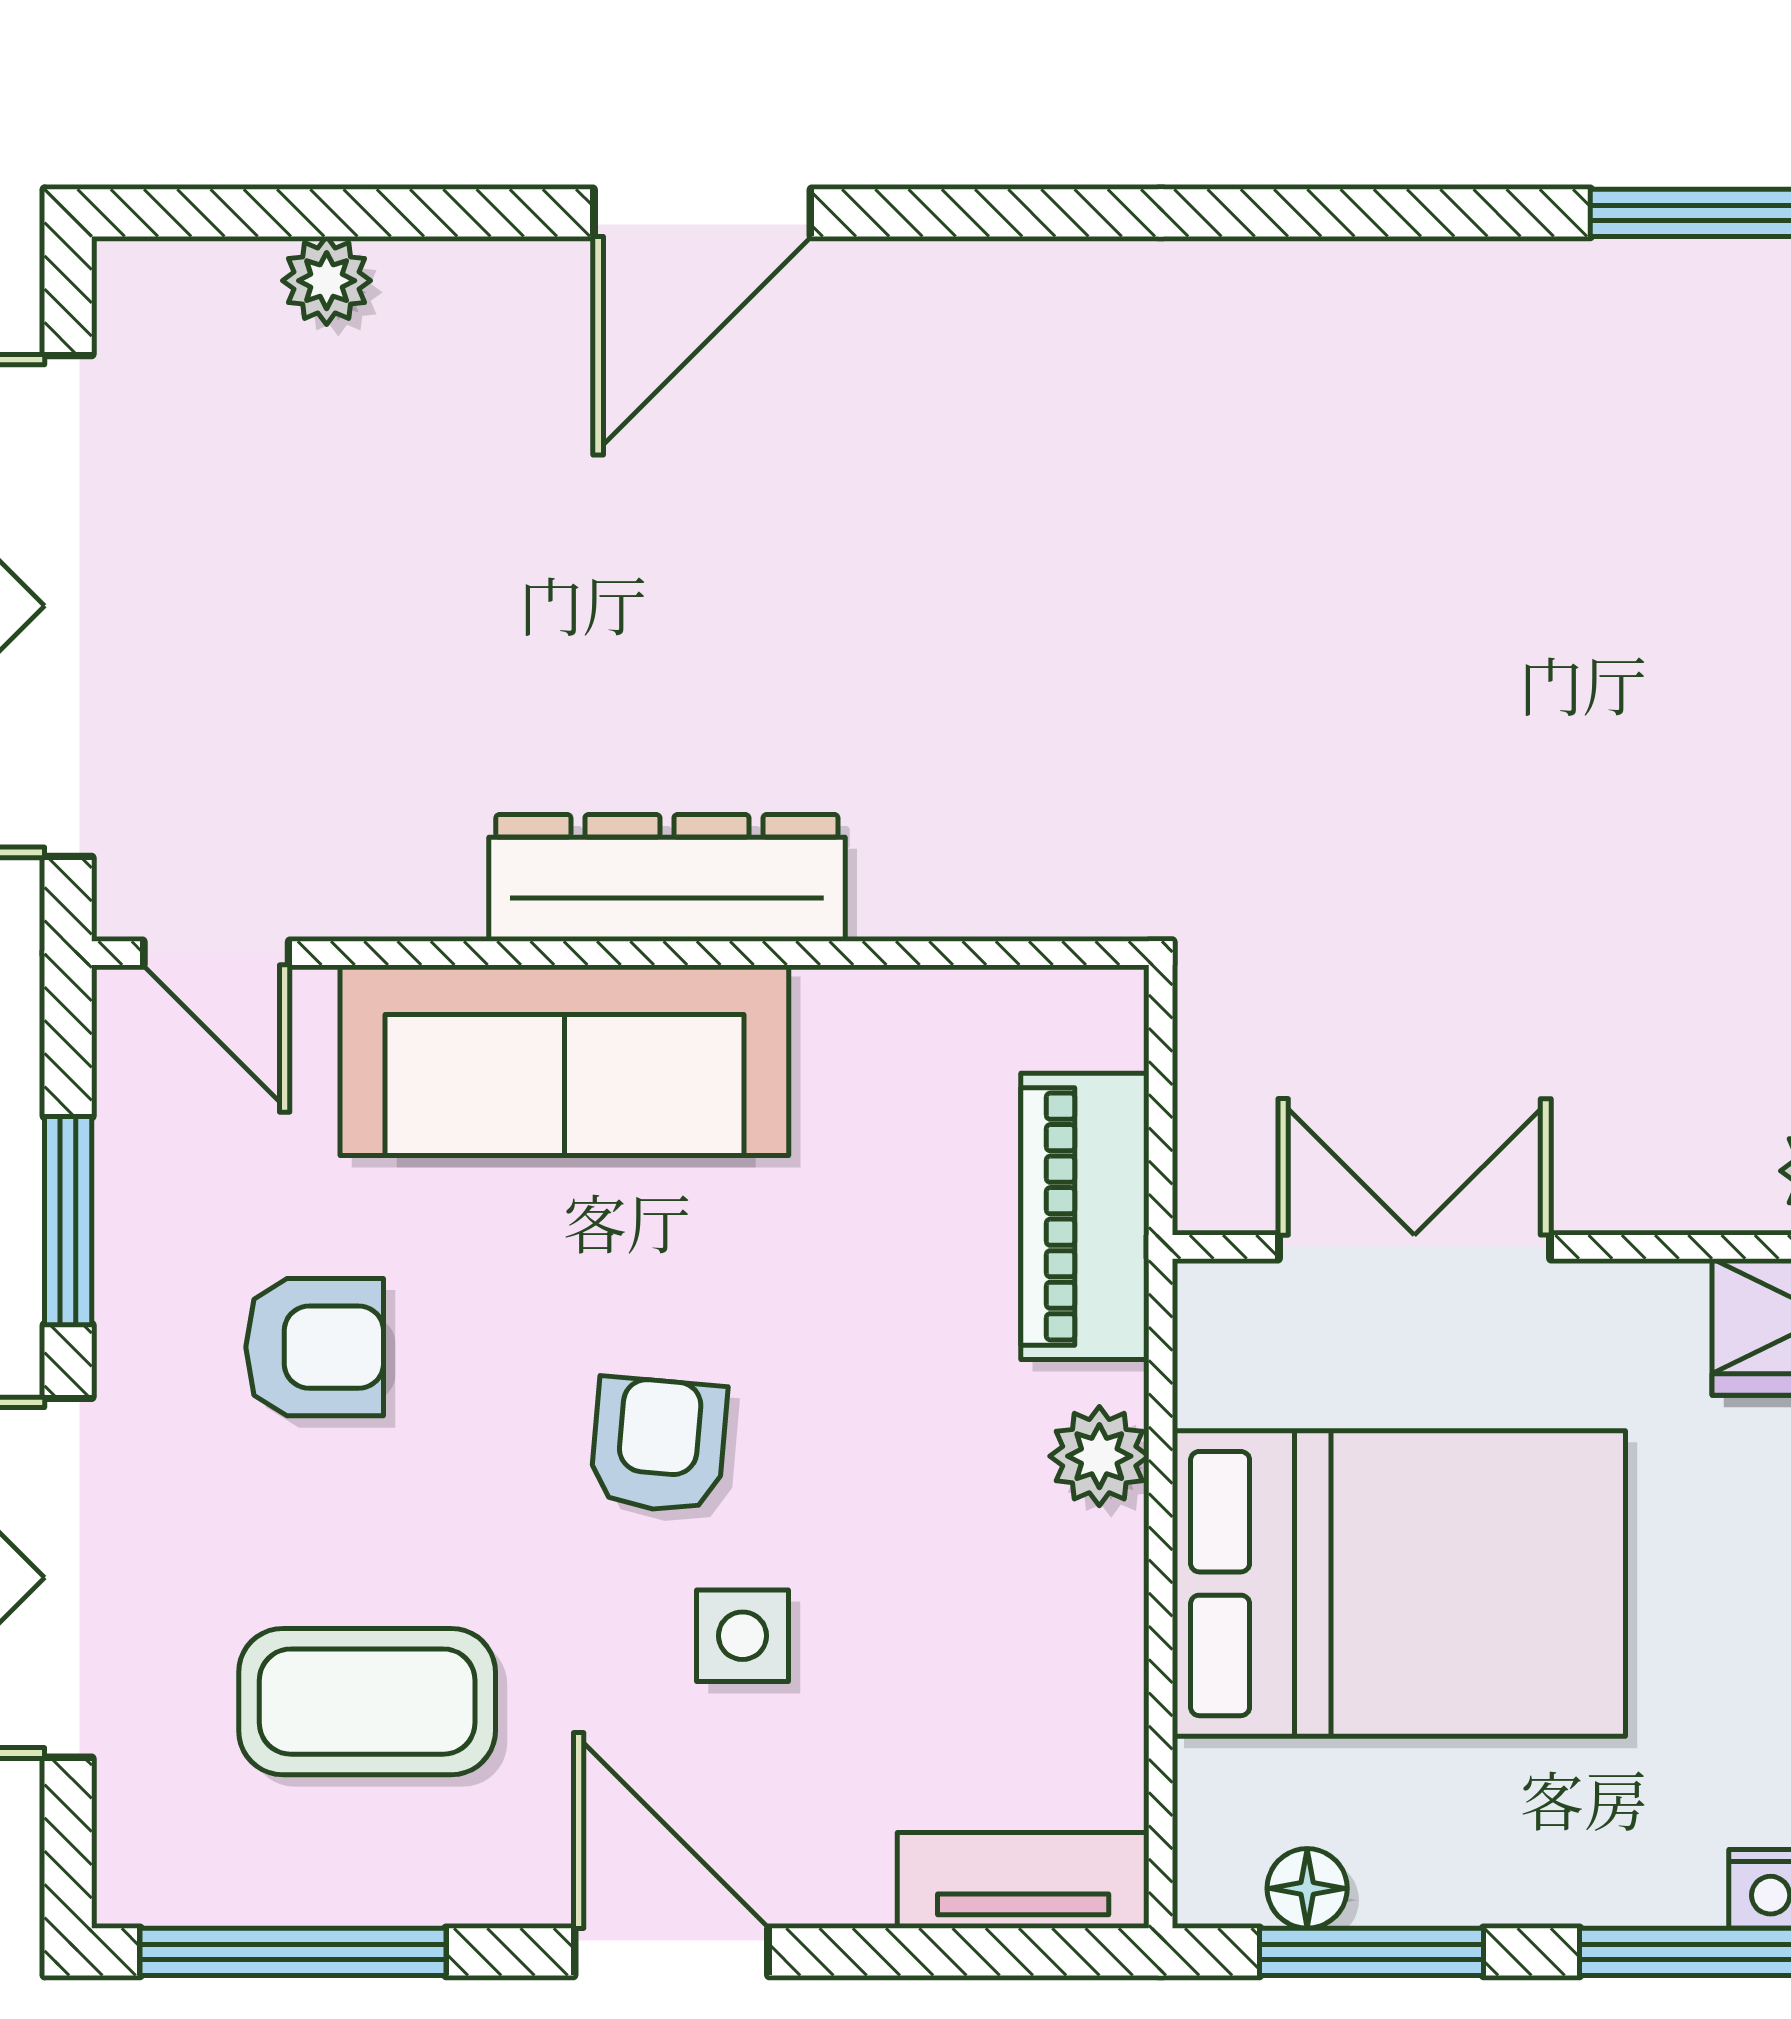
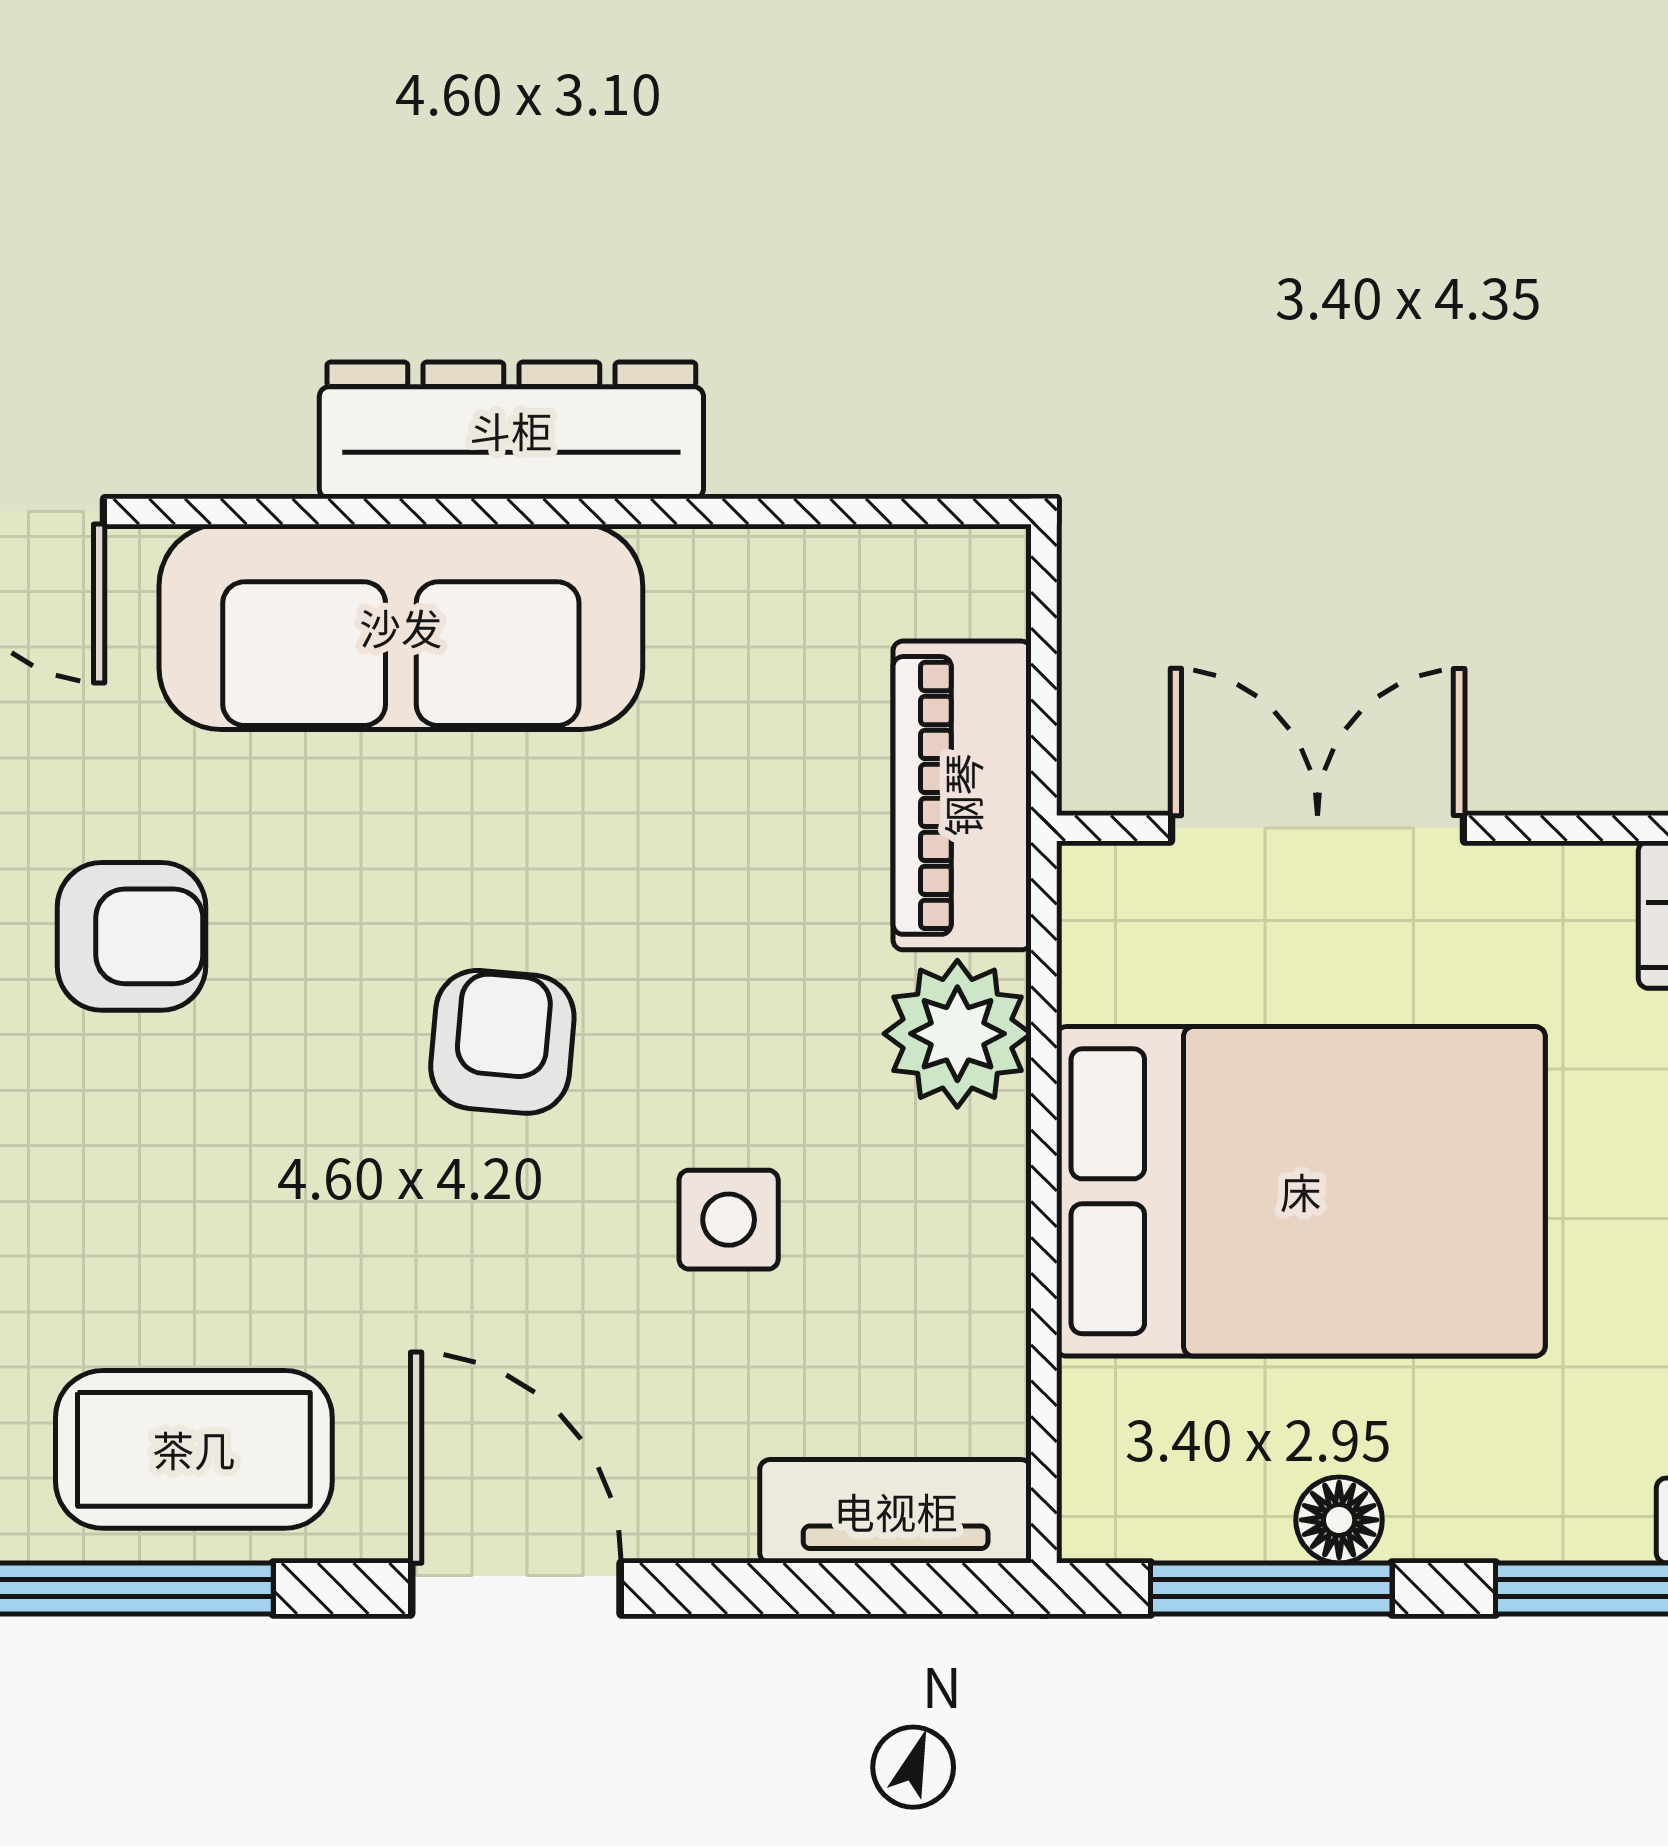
plant: (1099, 1456) -> (957, 1034), width x1.38, depth x1.38
side table: (743, 1636) -> (729, 1220), moved
coffee table: (367, 1702) -> (194, 1449), moved
floor lamp: (1307, 1888) -> (1339, 1520), moved

